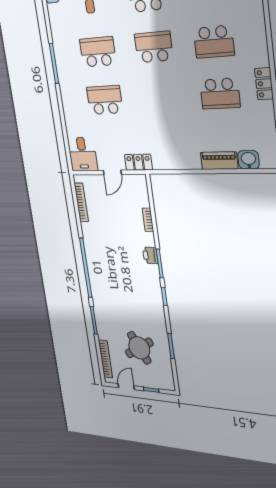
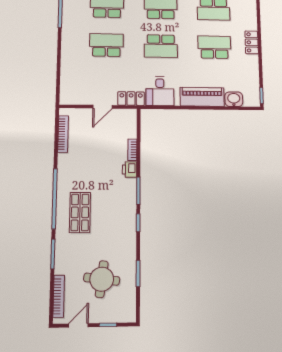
school desk: (220, 94) -> (214, 47), turned 180
school desk: (160, 97) -> (161, 46), added
desk: (82, 154) -> (160, 91), moved
piano: (219, 161) -> (202, 97), width x1.37, depth x1.33
printer: (150, 255) -> (130, 170), moved
shop shelf: (110, 283) -> (80, 212), added
round table: (139, 348) -> (102, 279), turned 36

